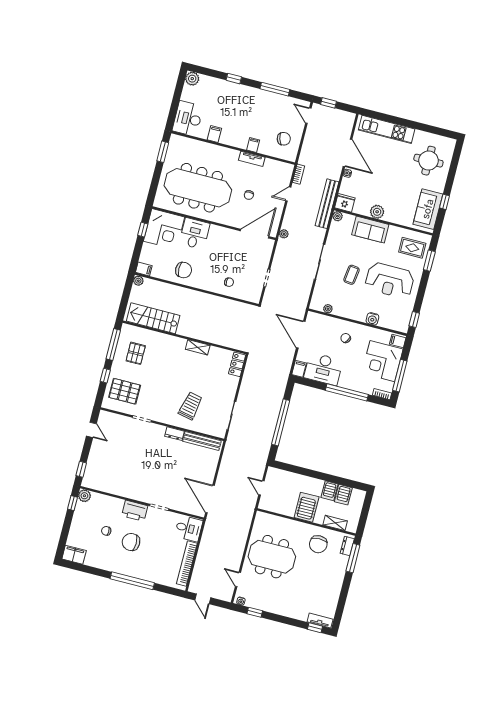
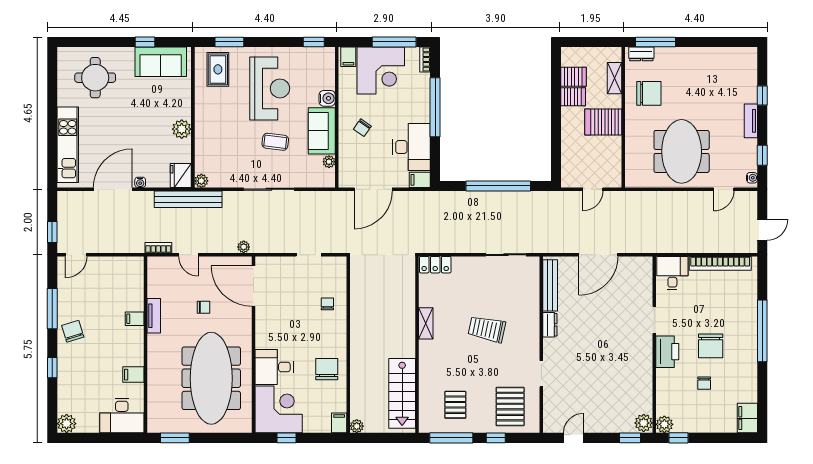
chair: (284, 139) -> (73, 331), moved
sofa: (370, 230) -> (322, 131), moved, turned 180
pallet: (136, 353) -> (455, 405), turned 90
trolley: (190, 406) -> (487, 329), moved
plant: (89, 481) -> (644, 423), added
door: (210, 499) -> (598, 255), moved
tv unit: (320, 621) -> (751, 121), moved
window: (315, 628) -> (762, 96), moved

